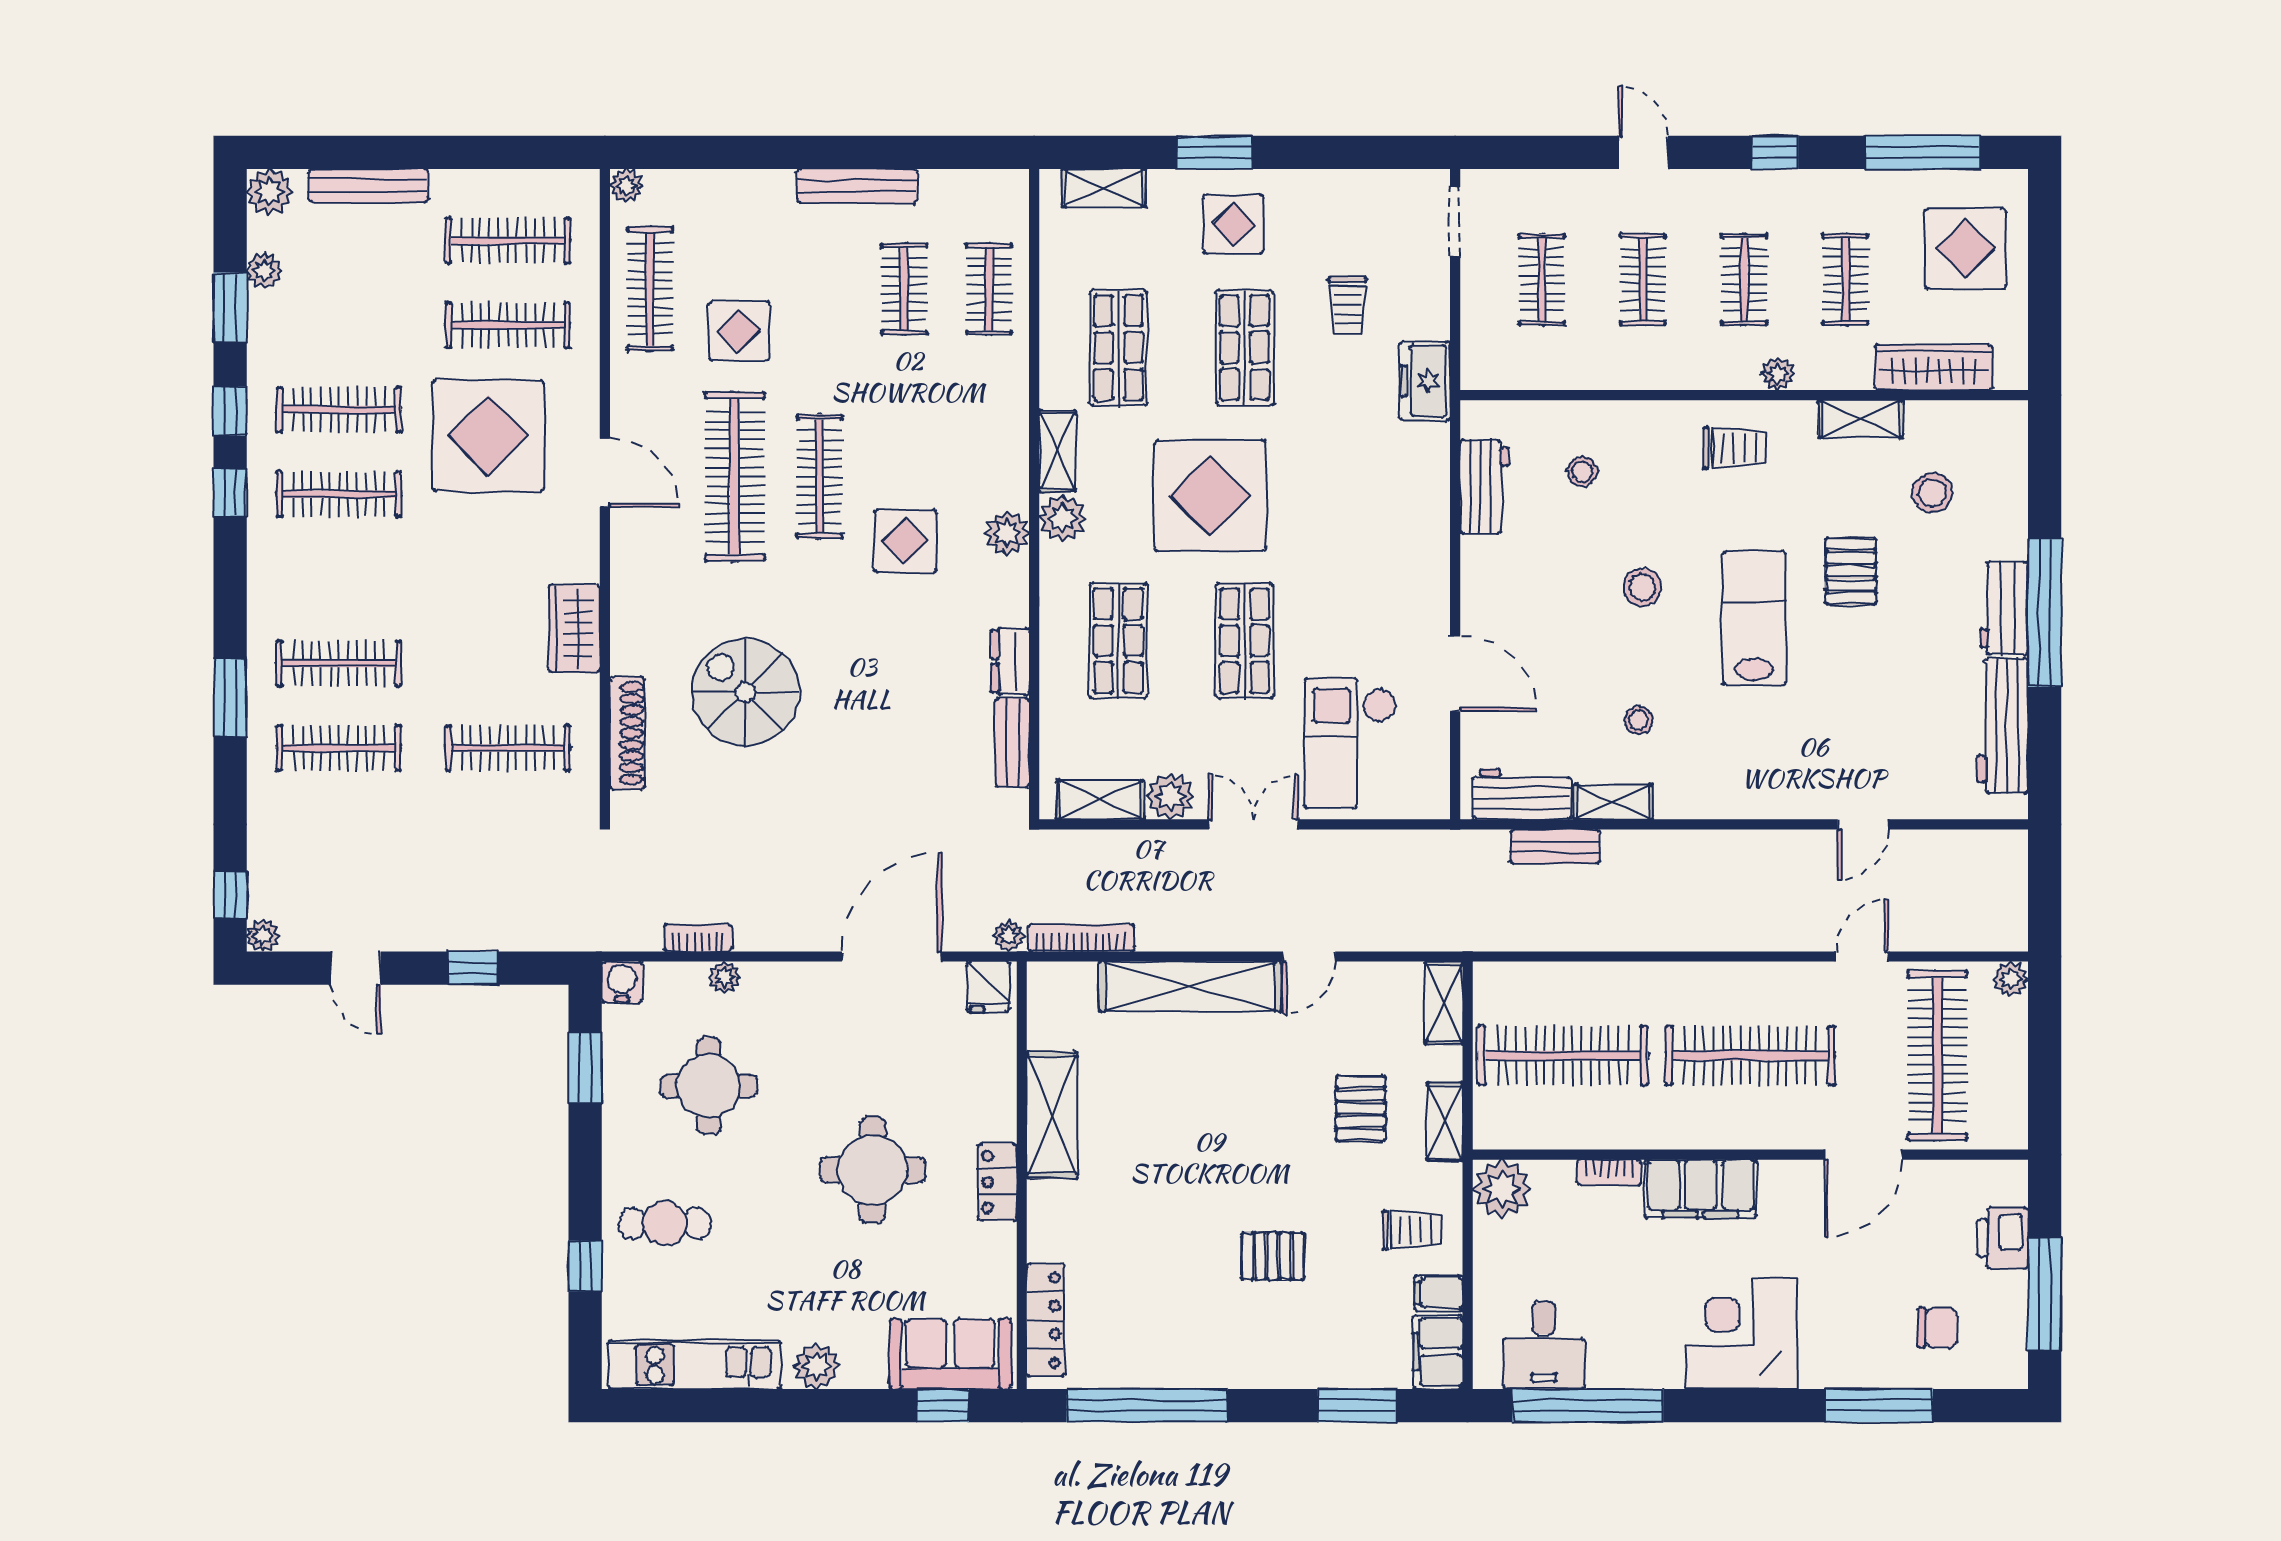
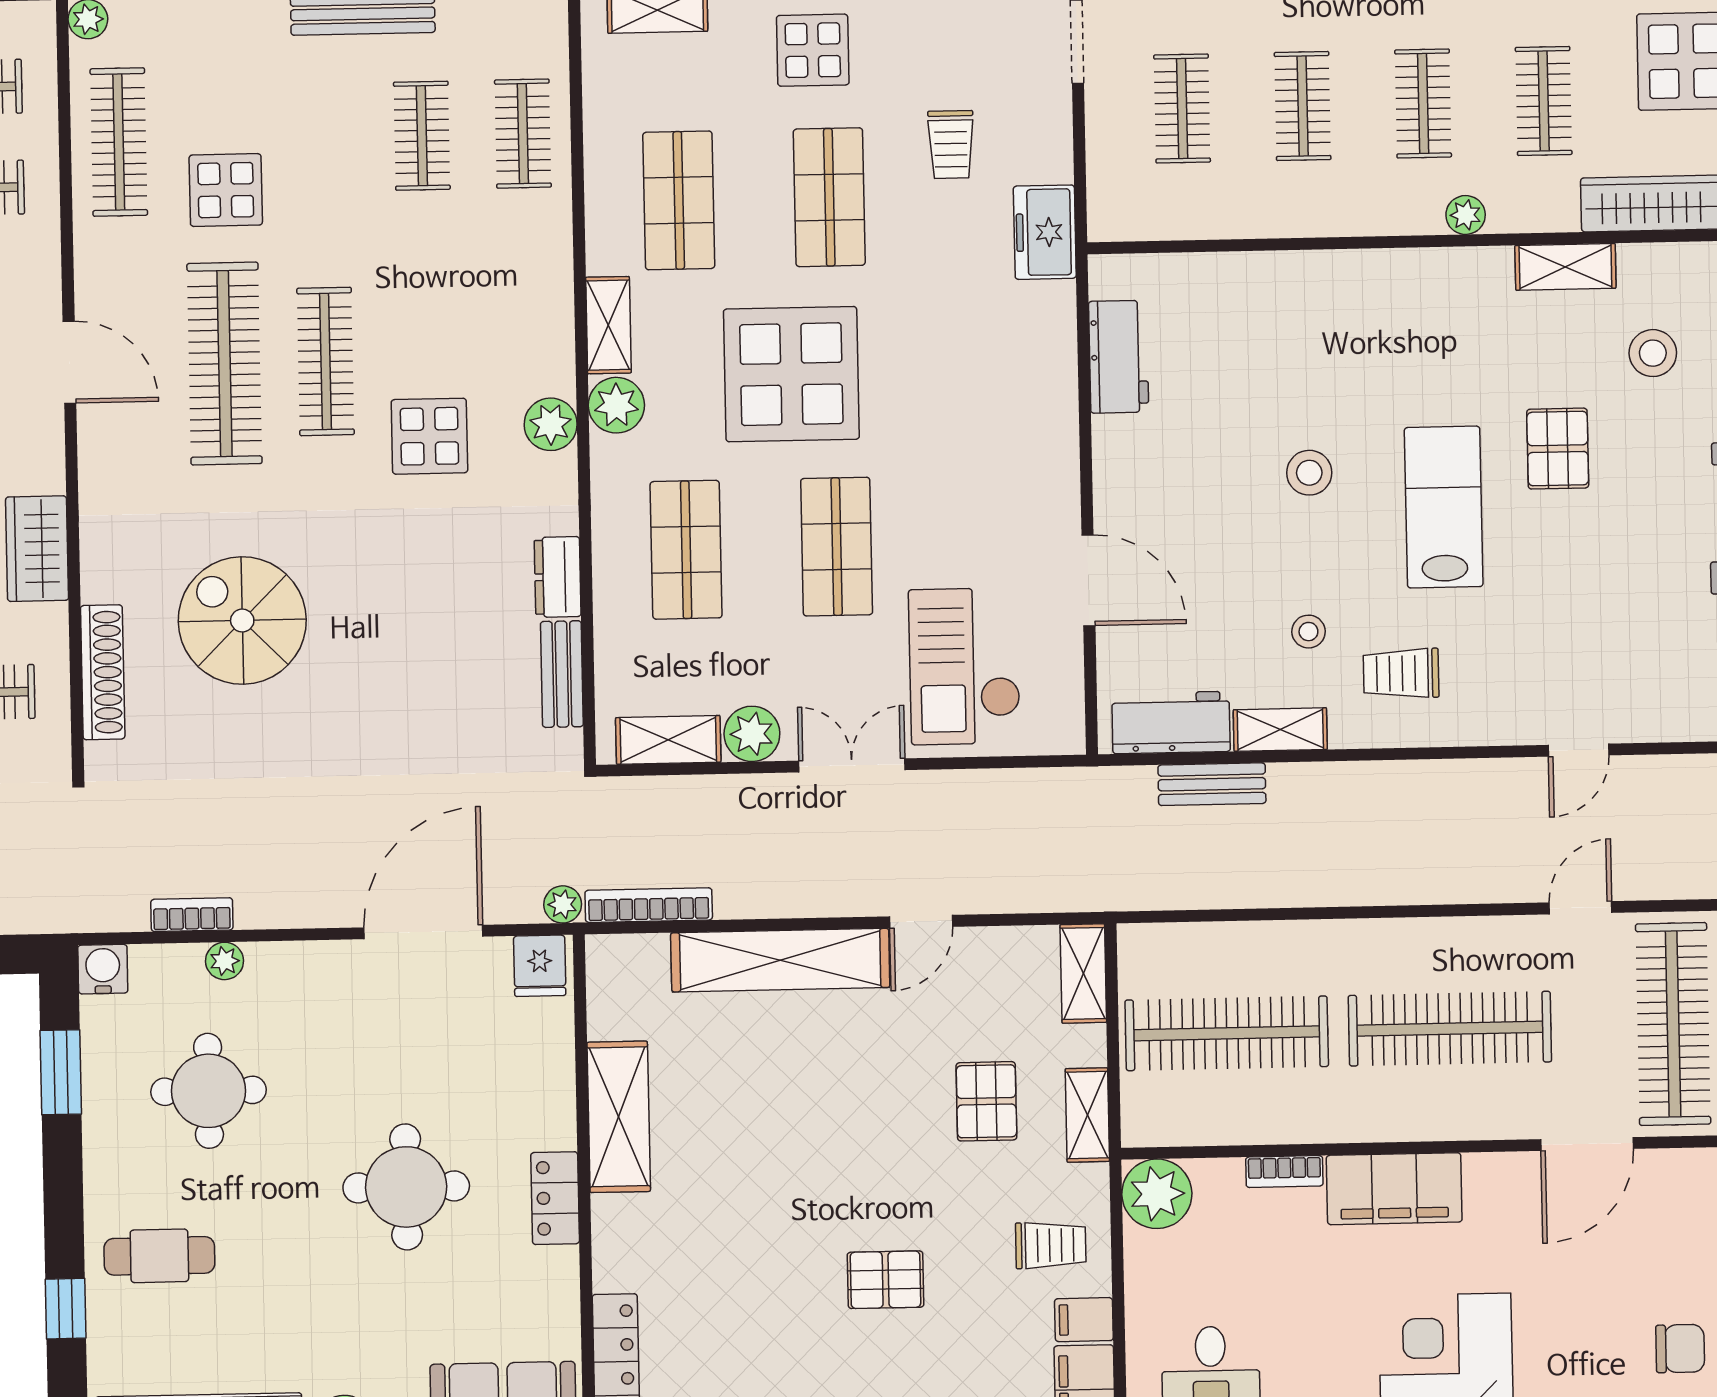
trolley: (1735, 448) -> (1401, 673), moved, turned 180
stool: (1582, 471) -> (1235, 336), removed

